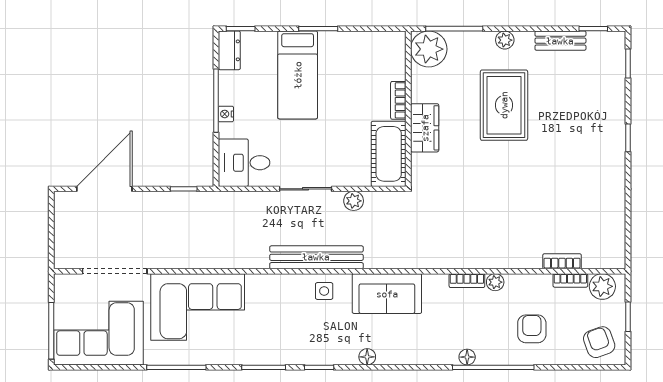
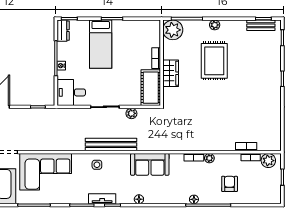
bench: (560, 41) -> (261, 25), moved
side table: (324, 291) -> (97, 165), moved
armchair: (599, 342) -> (267, 191), removed
tv unit: (300, 356) -> (102, 199), added

